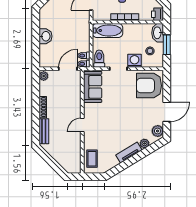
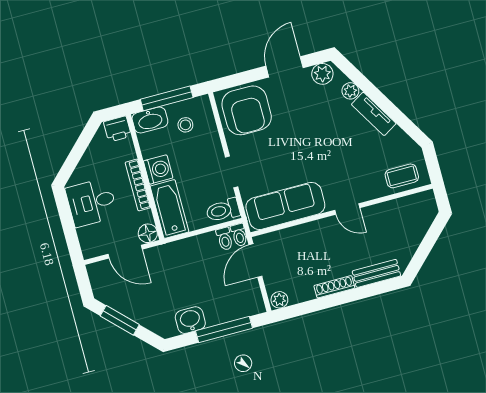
floor lamp: (98, 16) -> (148, 233), added
washbasin: (45, 36) -> (190, 320), moved
window: (36, 42) -> (224, 330), added
window: (167, 45) -> (167, 98), width x1.44
washing machine: (134, 61) -> (158, 169), moved, turned 180
door: (68, 69) -> (255, 260), hinge flipped
sofa: (93, 87) -> (285, 206), width x1.36
door: (167, 112) -> (285, 67), hinge flipped

